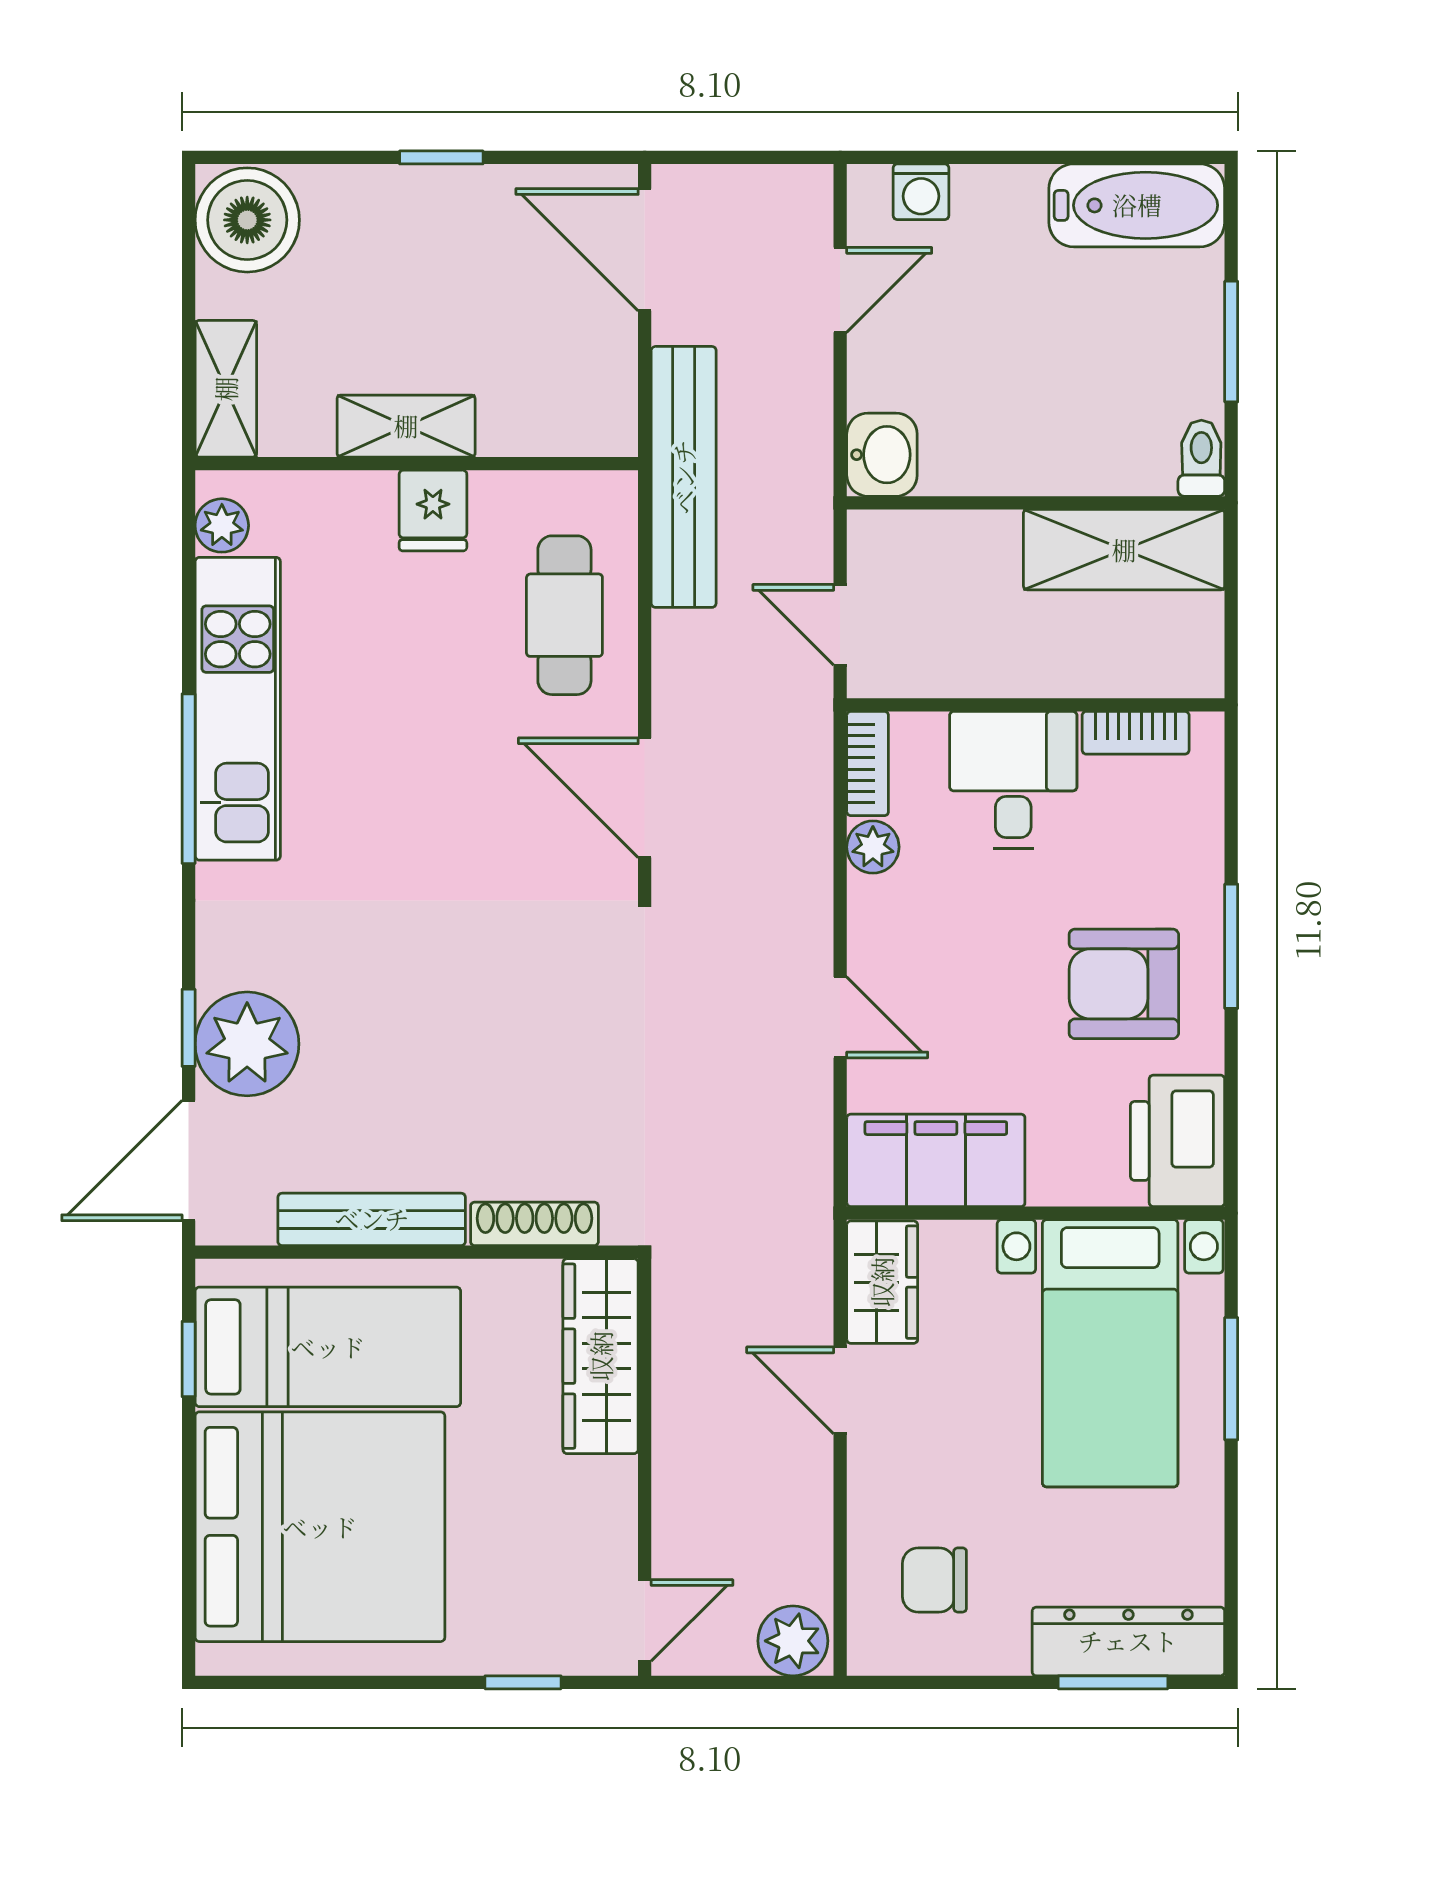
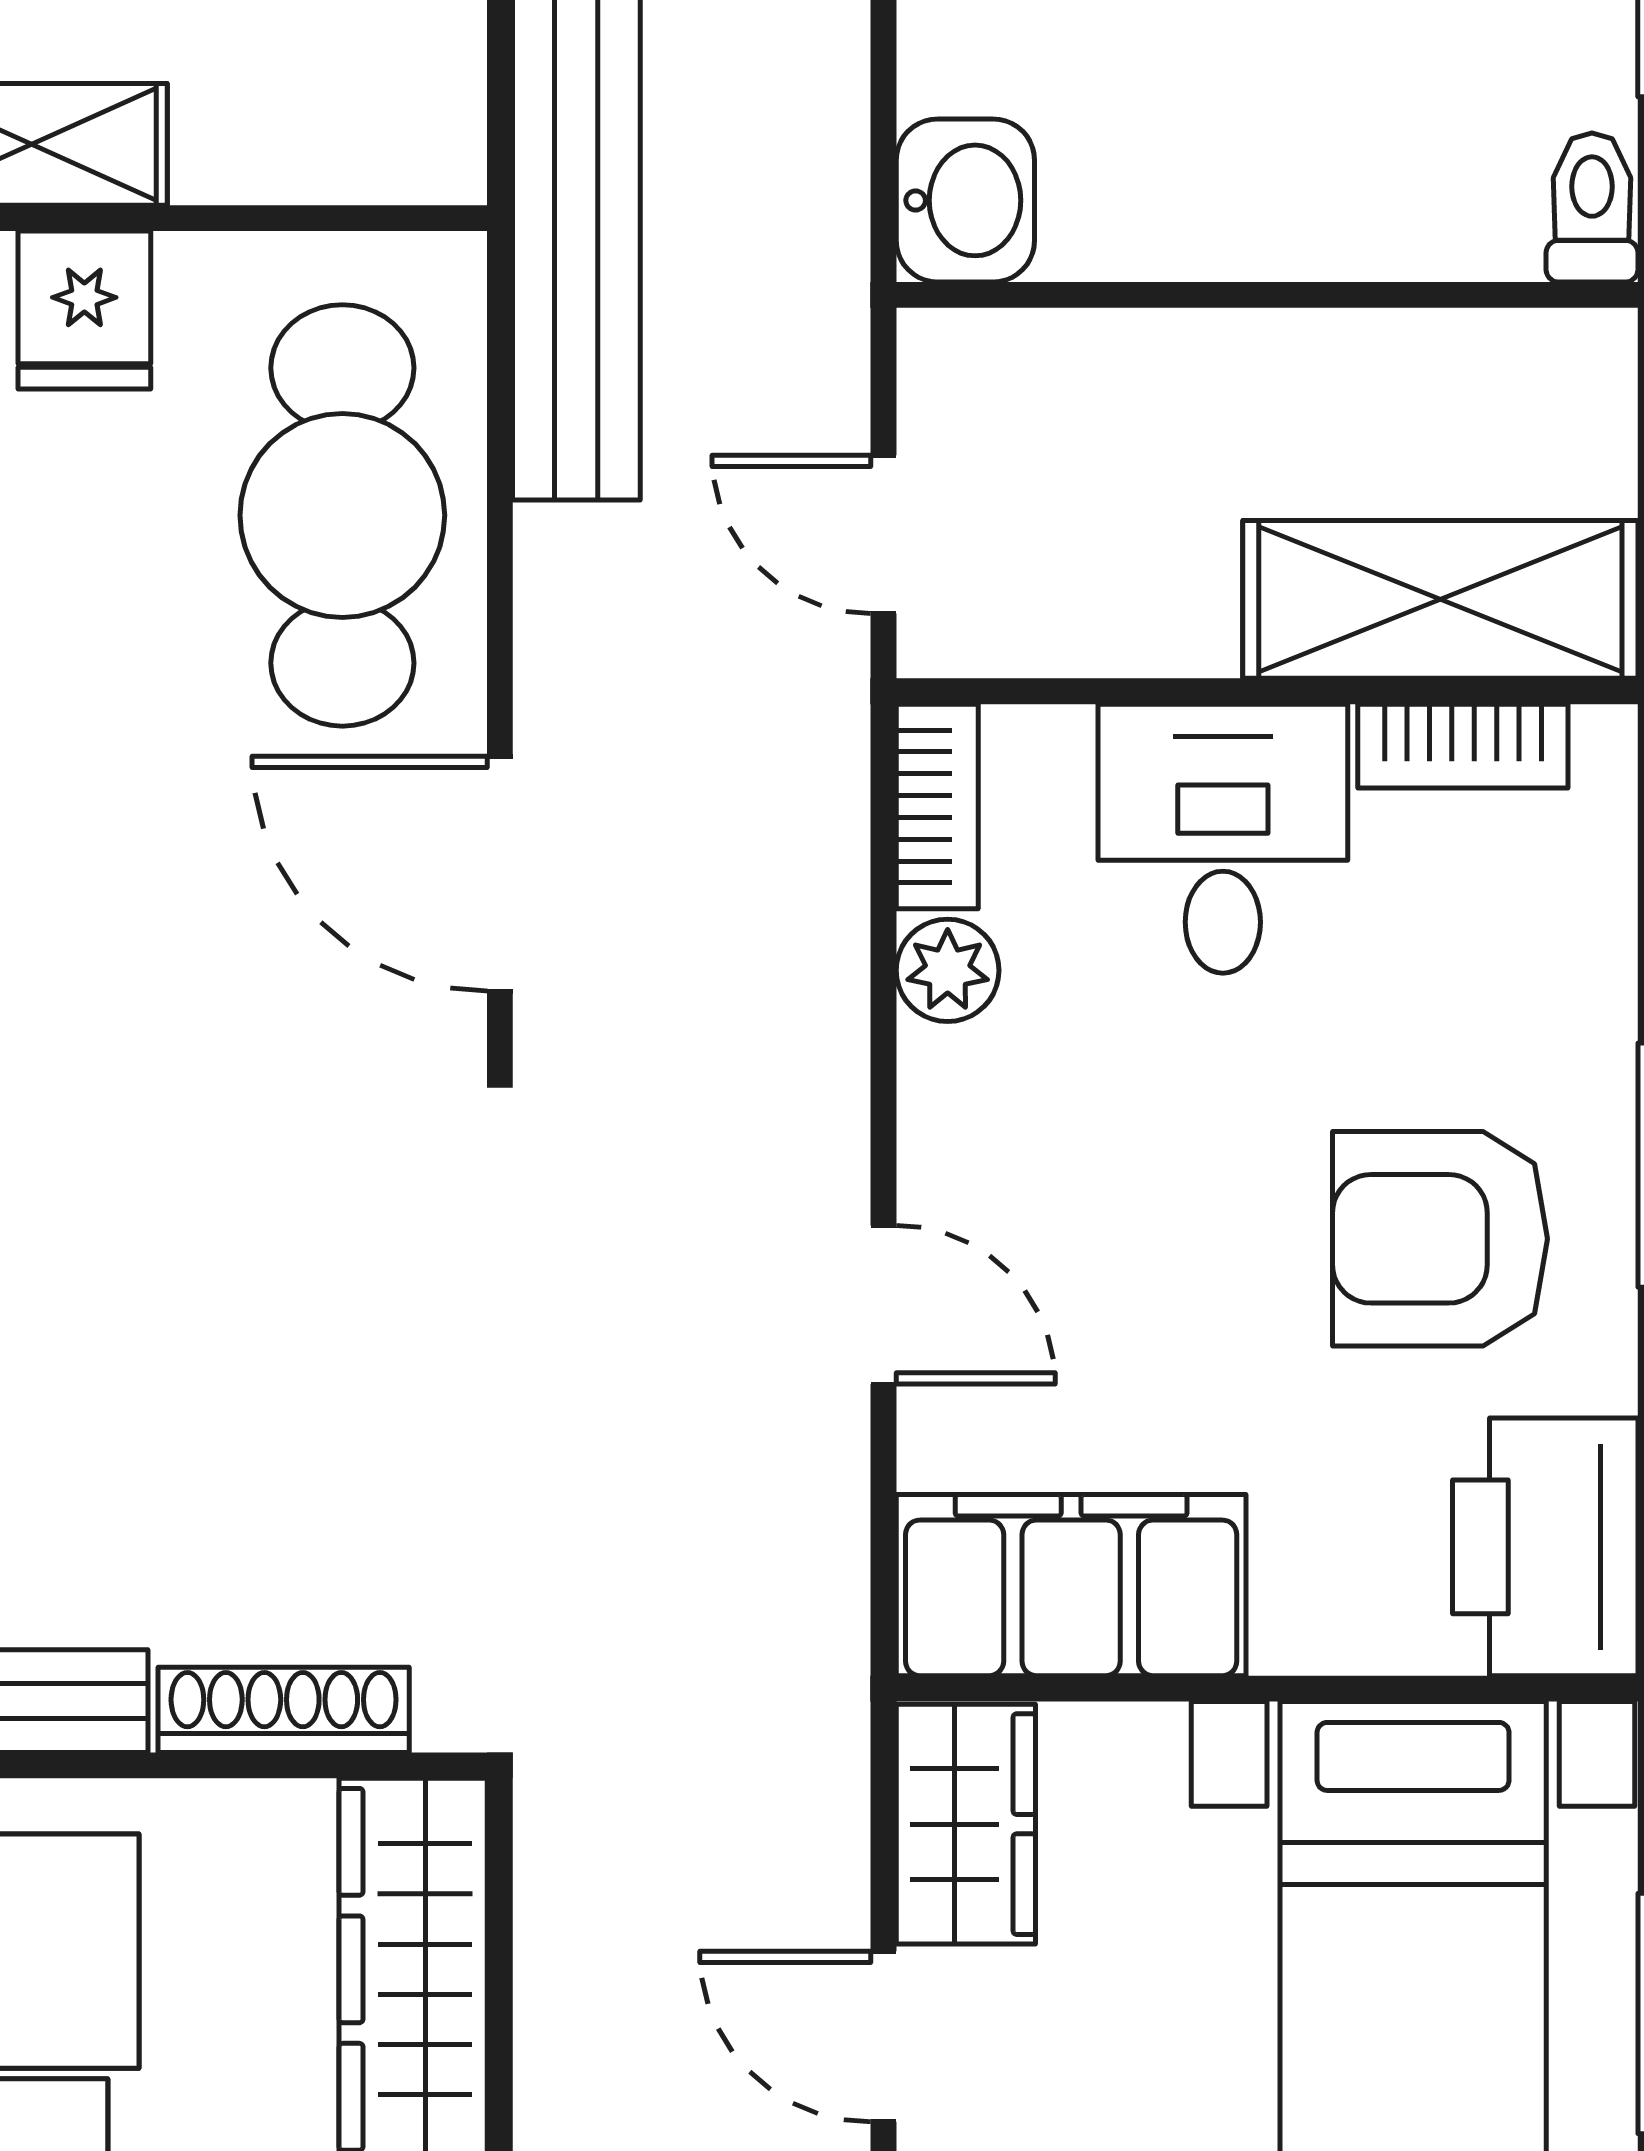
shelving: (1124, 550) -> (1440, 599), moved
cafe table: (564, 615) -> (342, 515), width x1.37, depth x1.35

